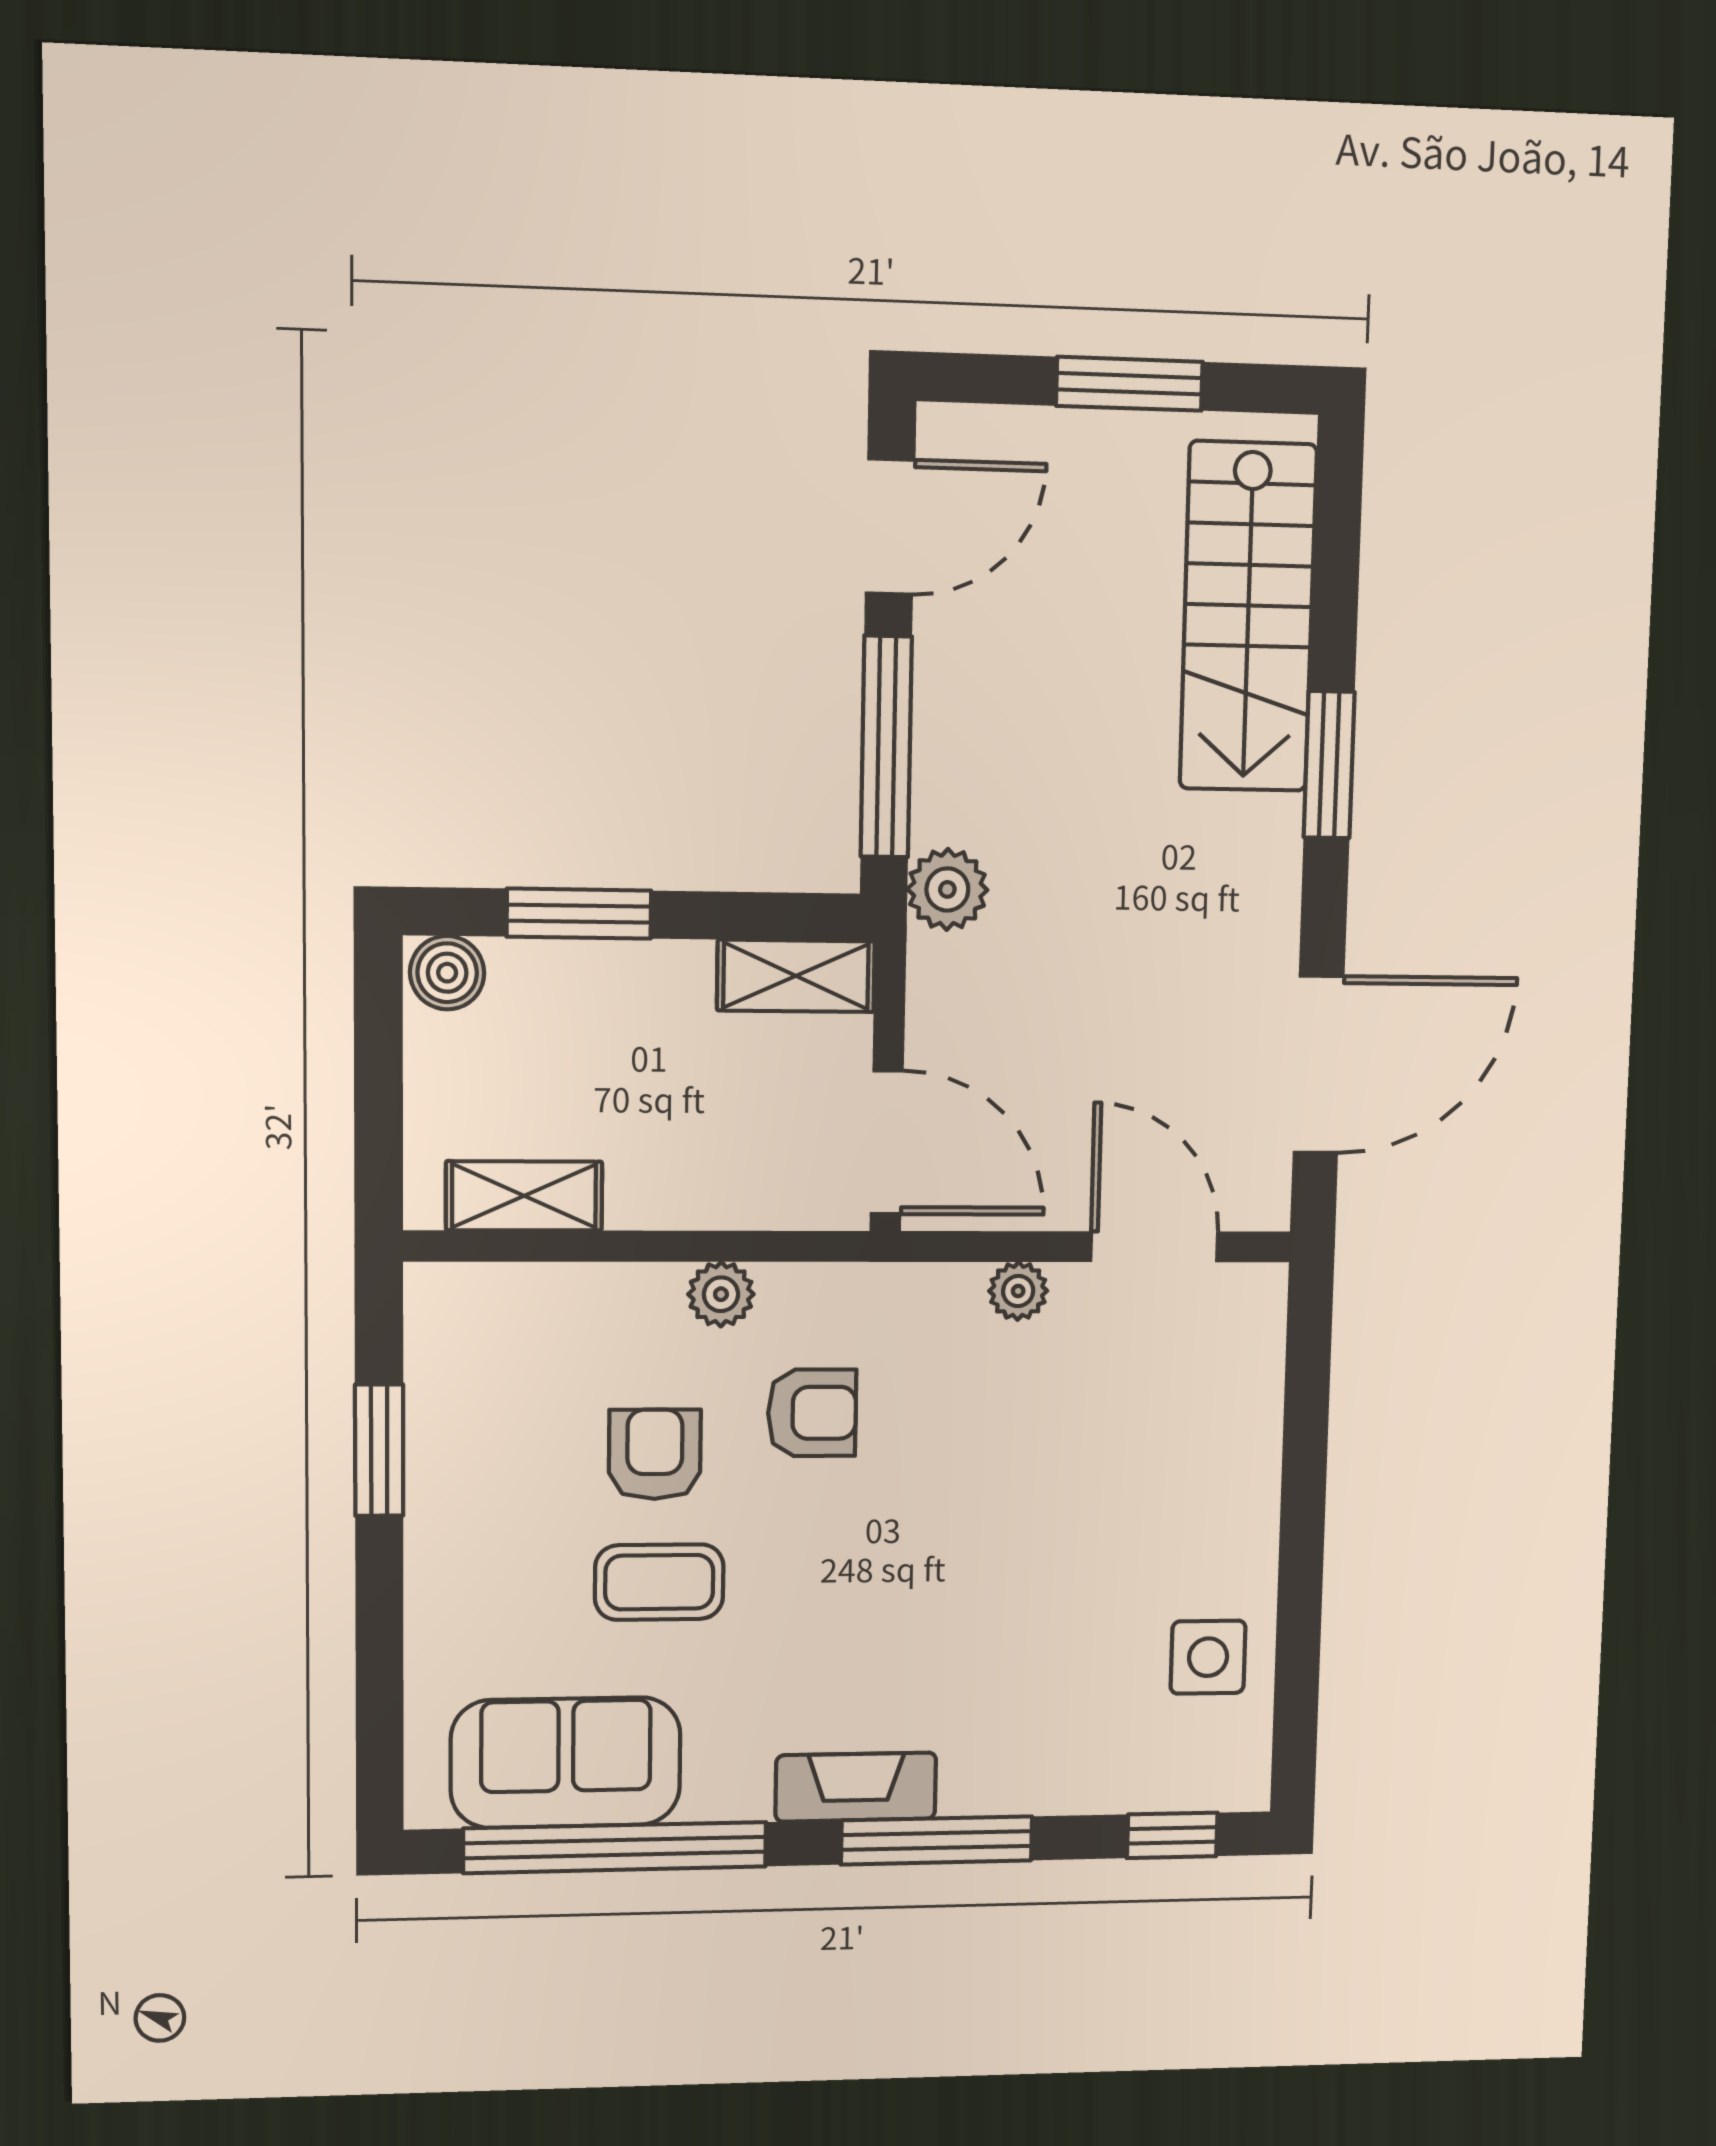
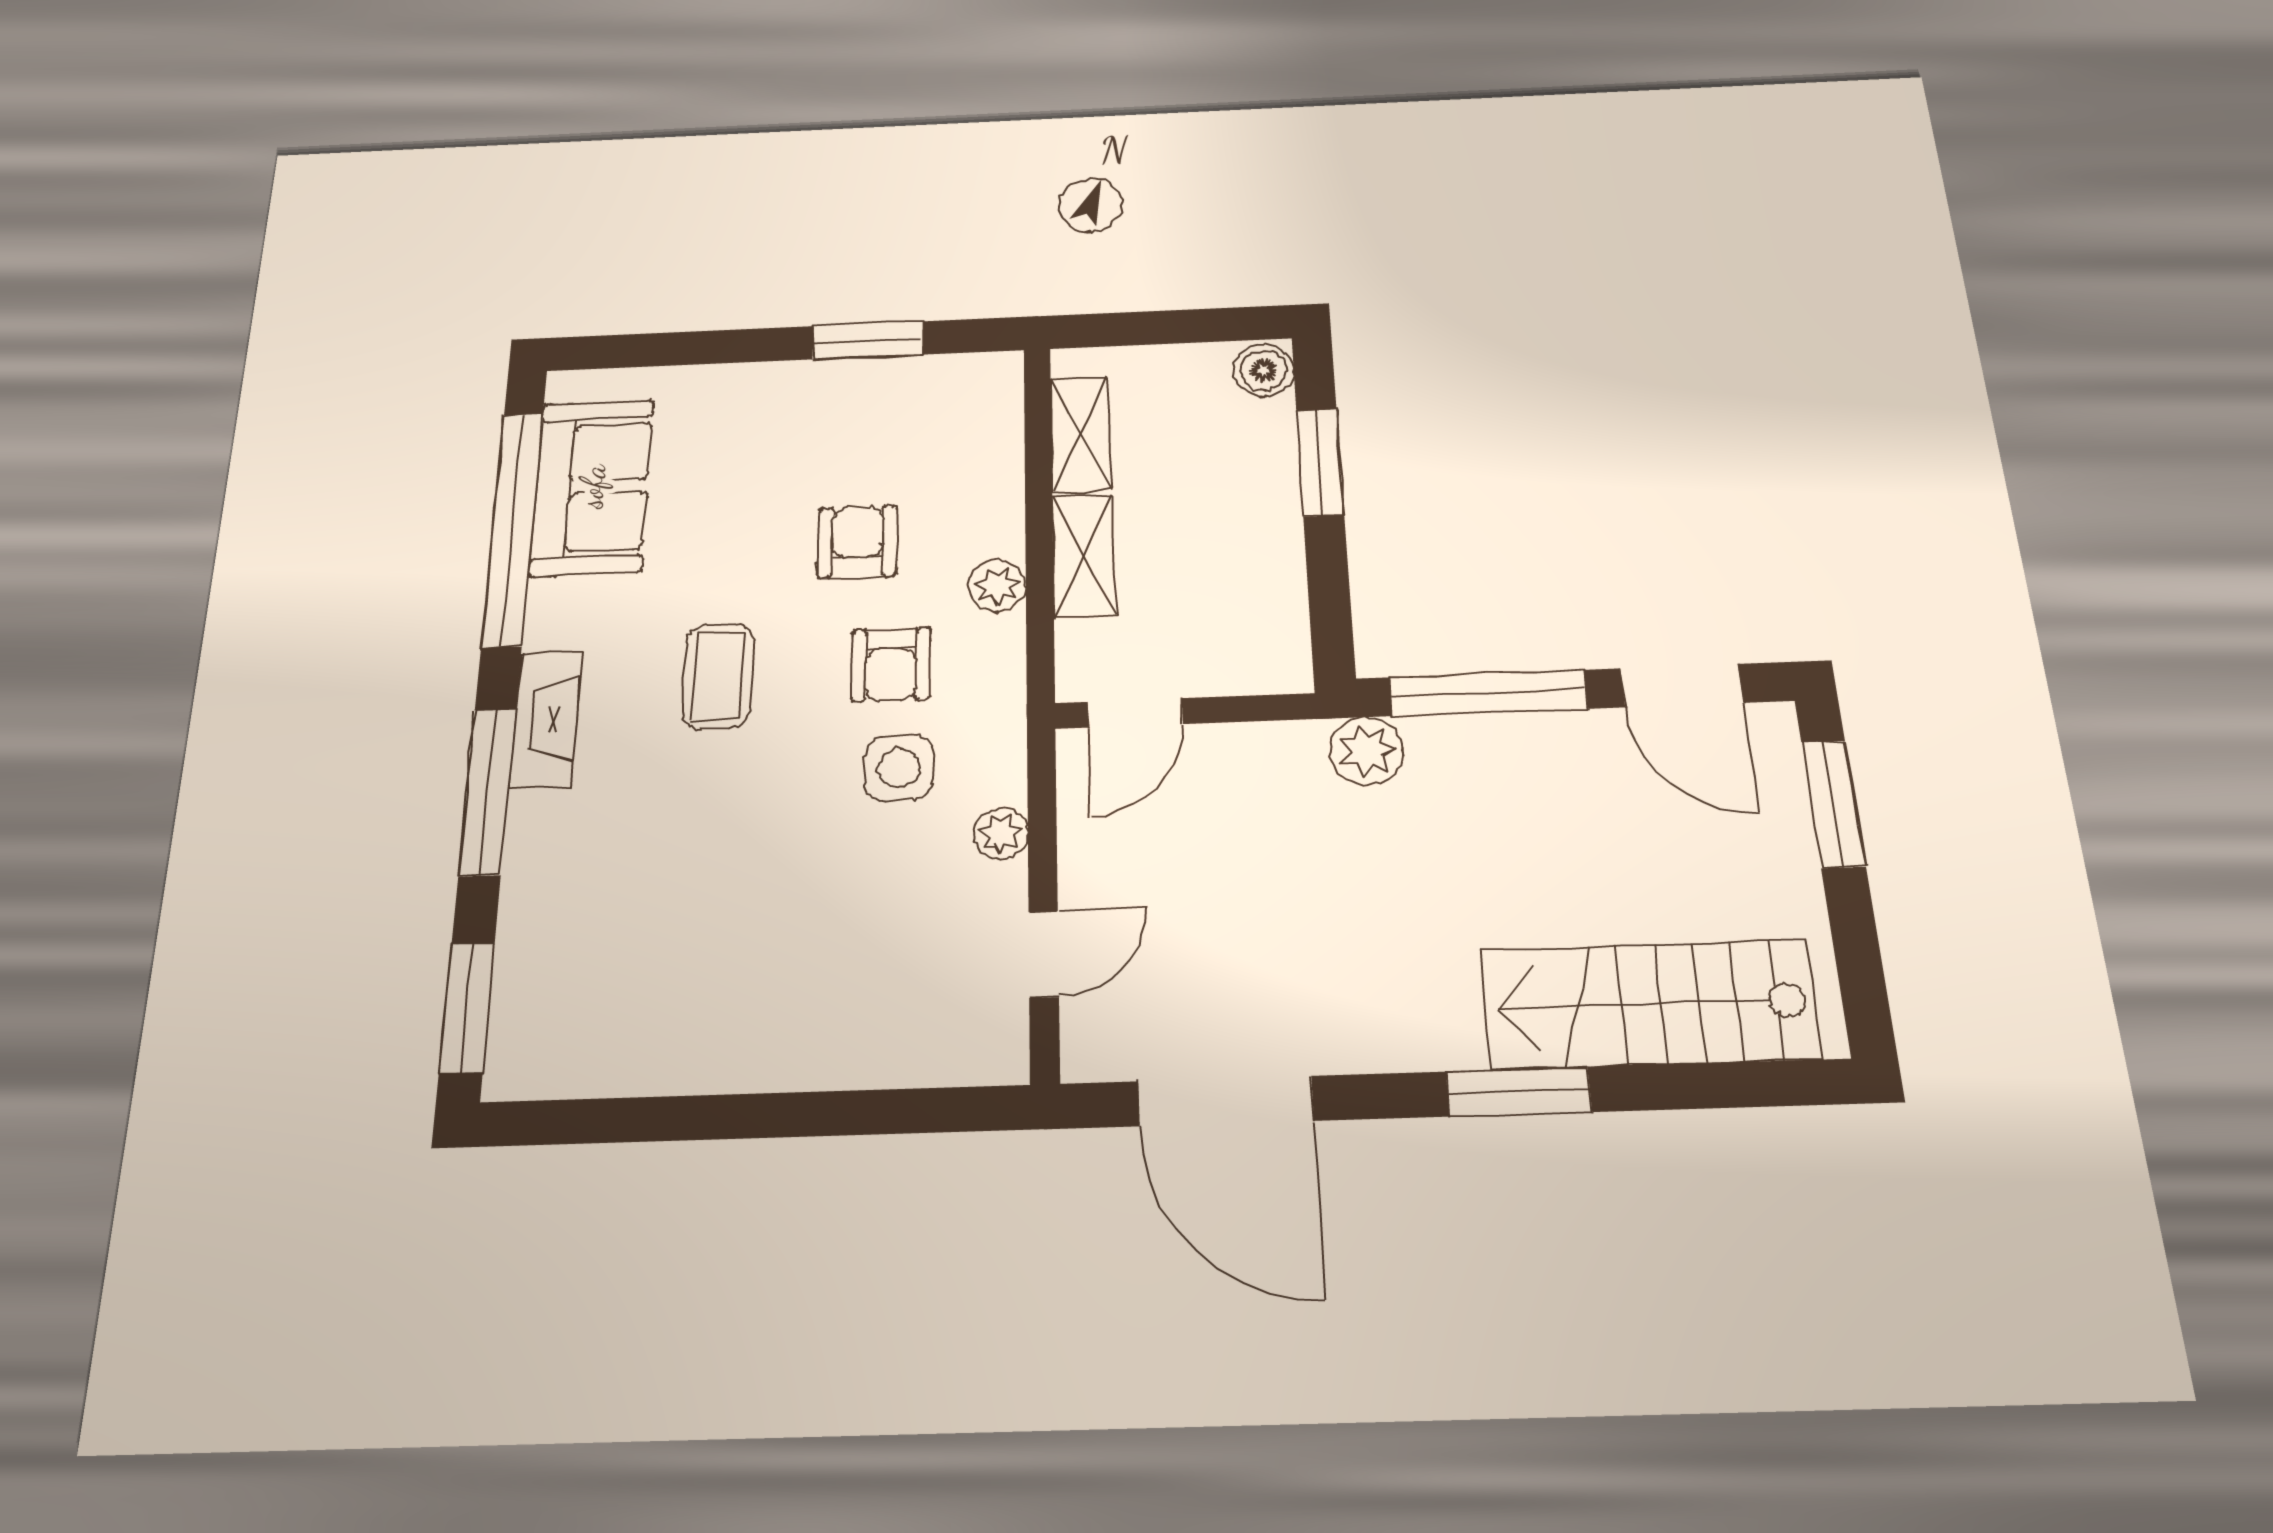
window: (1129, 384) -> (1833, 804), moved
shelving: (796, 976) -> (1083, 555), moved
door: (887, 1143) -> (1135, 713), width x0.73
door: (1154, 1247) -> (1044, 954), width x0.73
armchair: (655, 1454) -> (858, 542), turned -90
coffee table: (659, 1582) -> (718, 676), moved
side table: (1208, 1657) -> (899, 768), moved
window: (1172, 1835) -> (467, 1007), width x1.50

